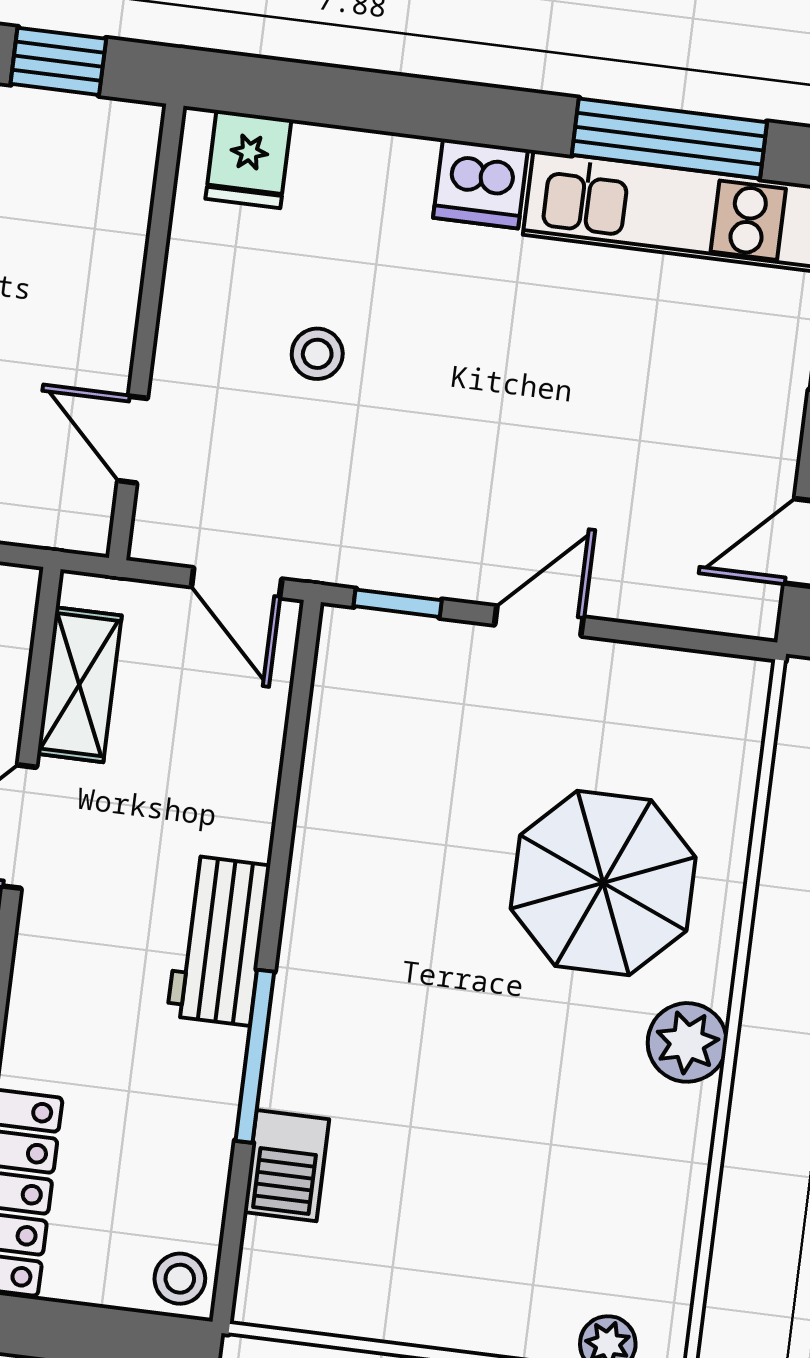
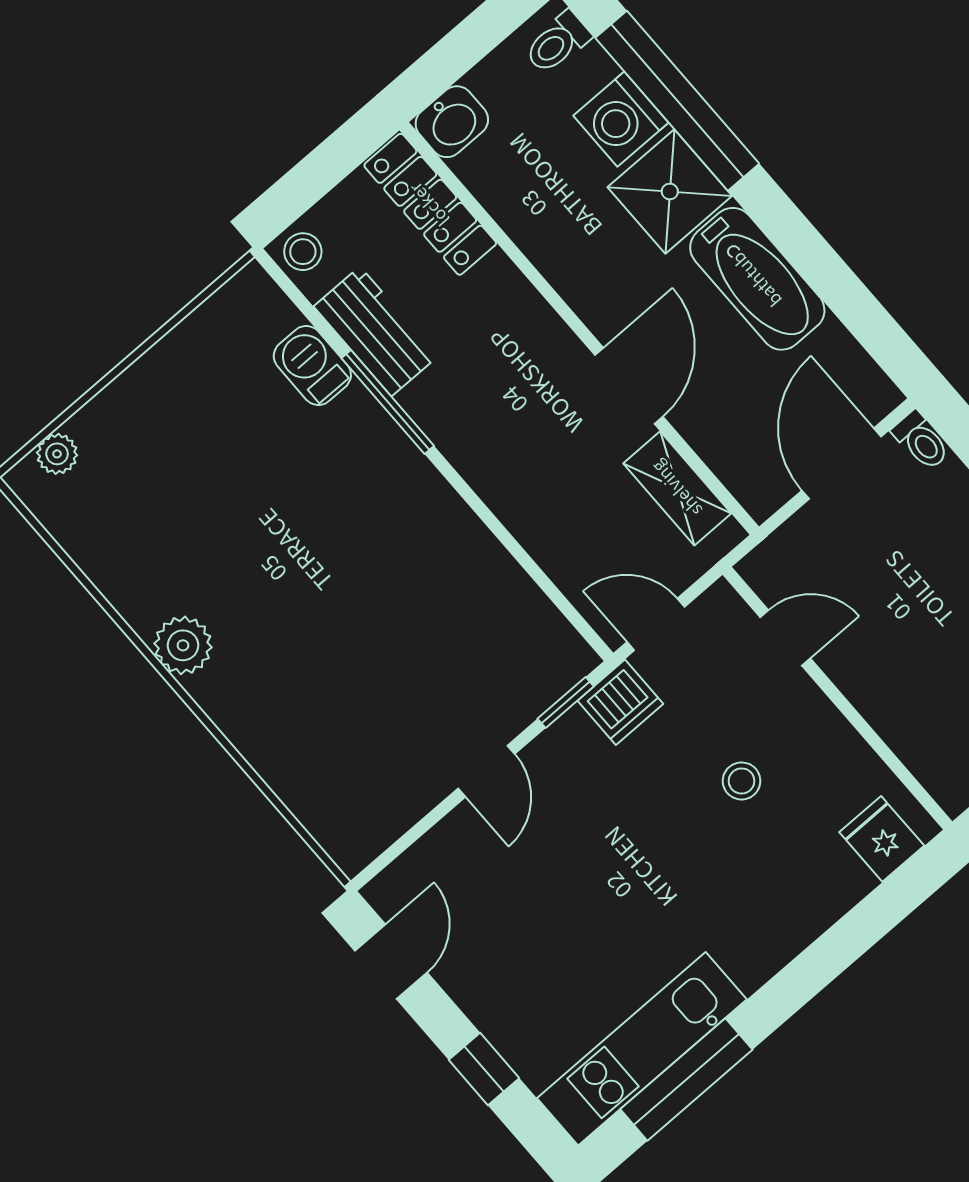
dishwasher: (480, 184) -> (620, 702), moved, turned 180
parasol: (603, 883) -> (311, 678), removed
workbench: (219, 940) -> (376, 331), moved

